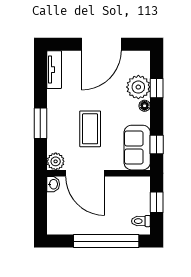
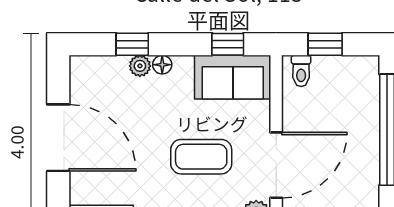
plant: (138, 87) -> (140, 66), width x0.53, depth x0.53
toilet: (141, 221) -> (301, 71), moved

